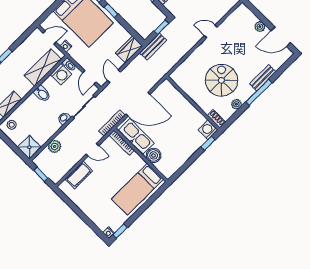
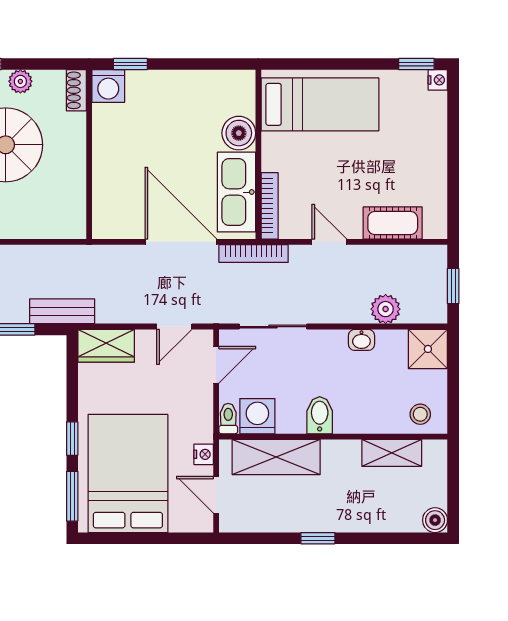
washbasin: (64, 118) -> (361, 340), moved

